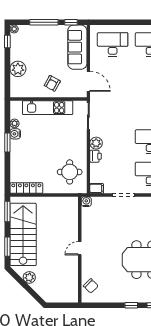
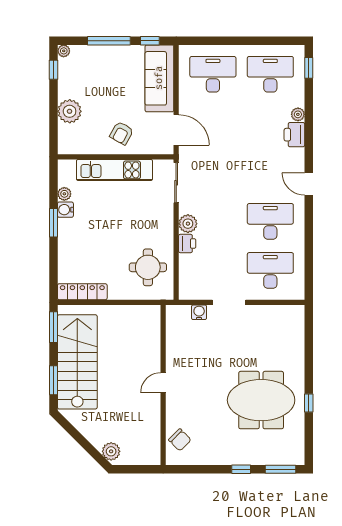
filing cabinet: (97, 188) -> (189, 292), removed
water cooler: (86, 202) -> (199, 312), moved
plant: (29, 277) -> (111, 451), moved

